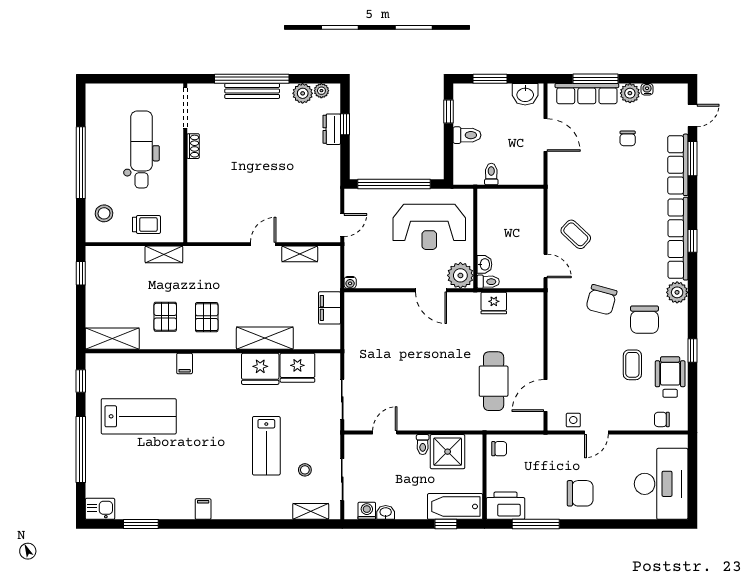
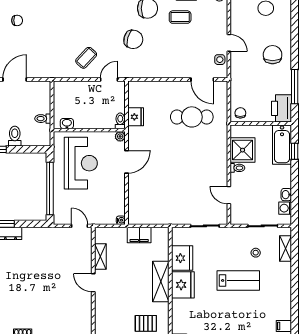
washbasin: (484, 264) -> (67, 124), moved
plant: (460, 275) -> (120, 136), width x0.53, depth x0.53

